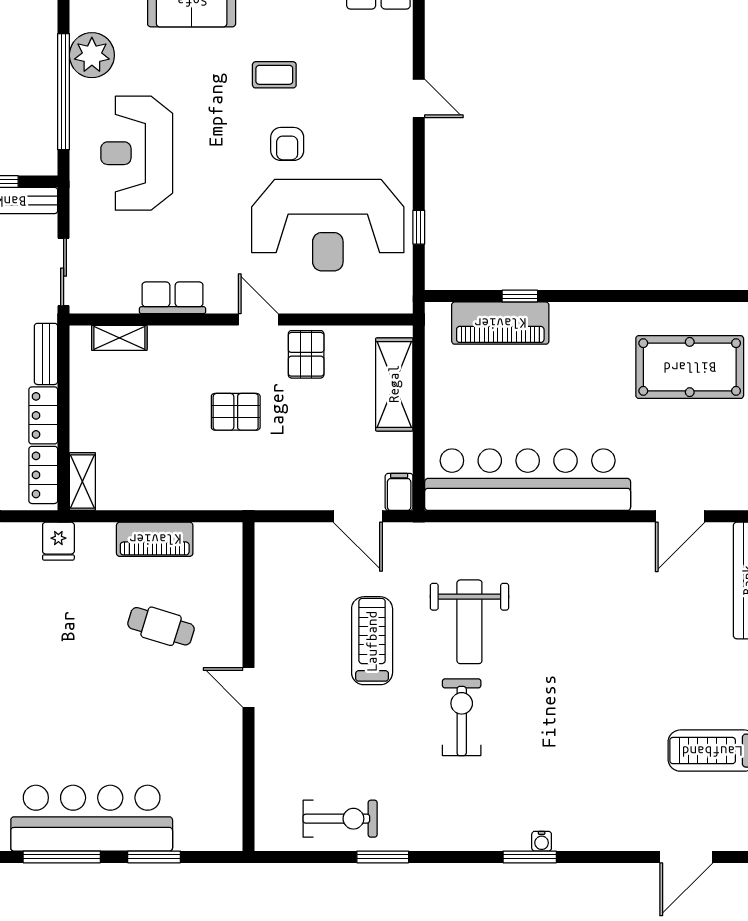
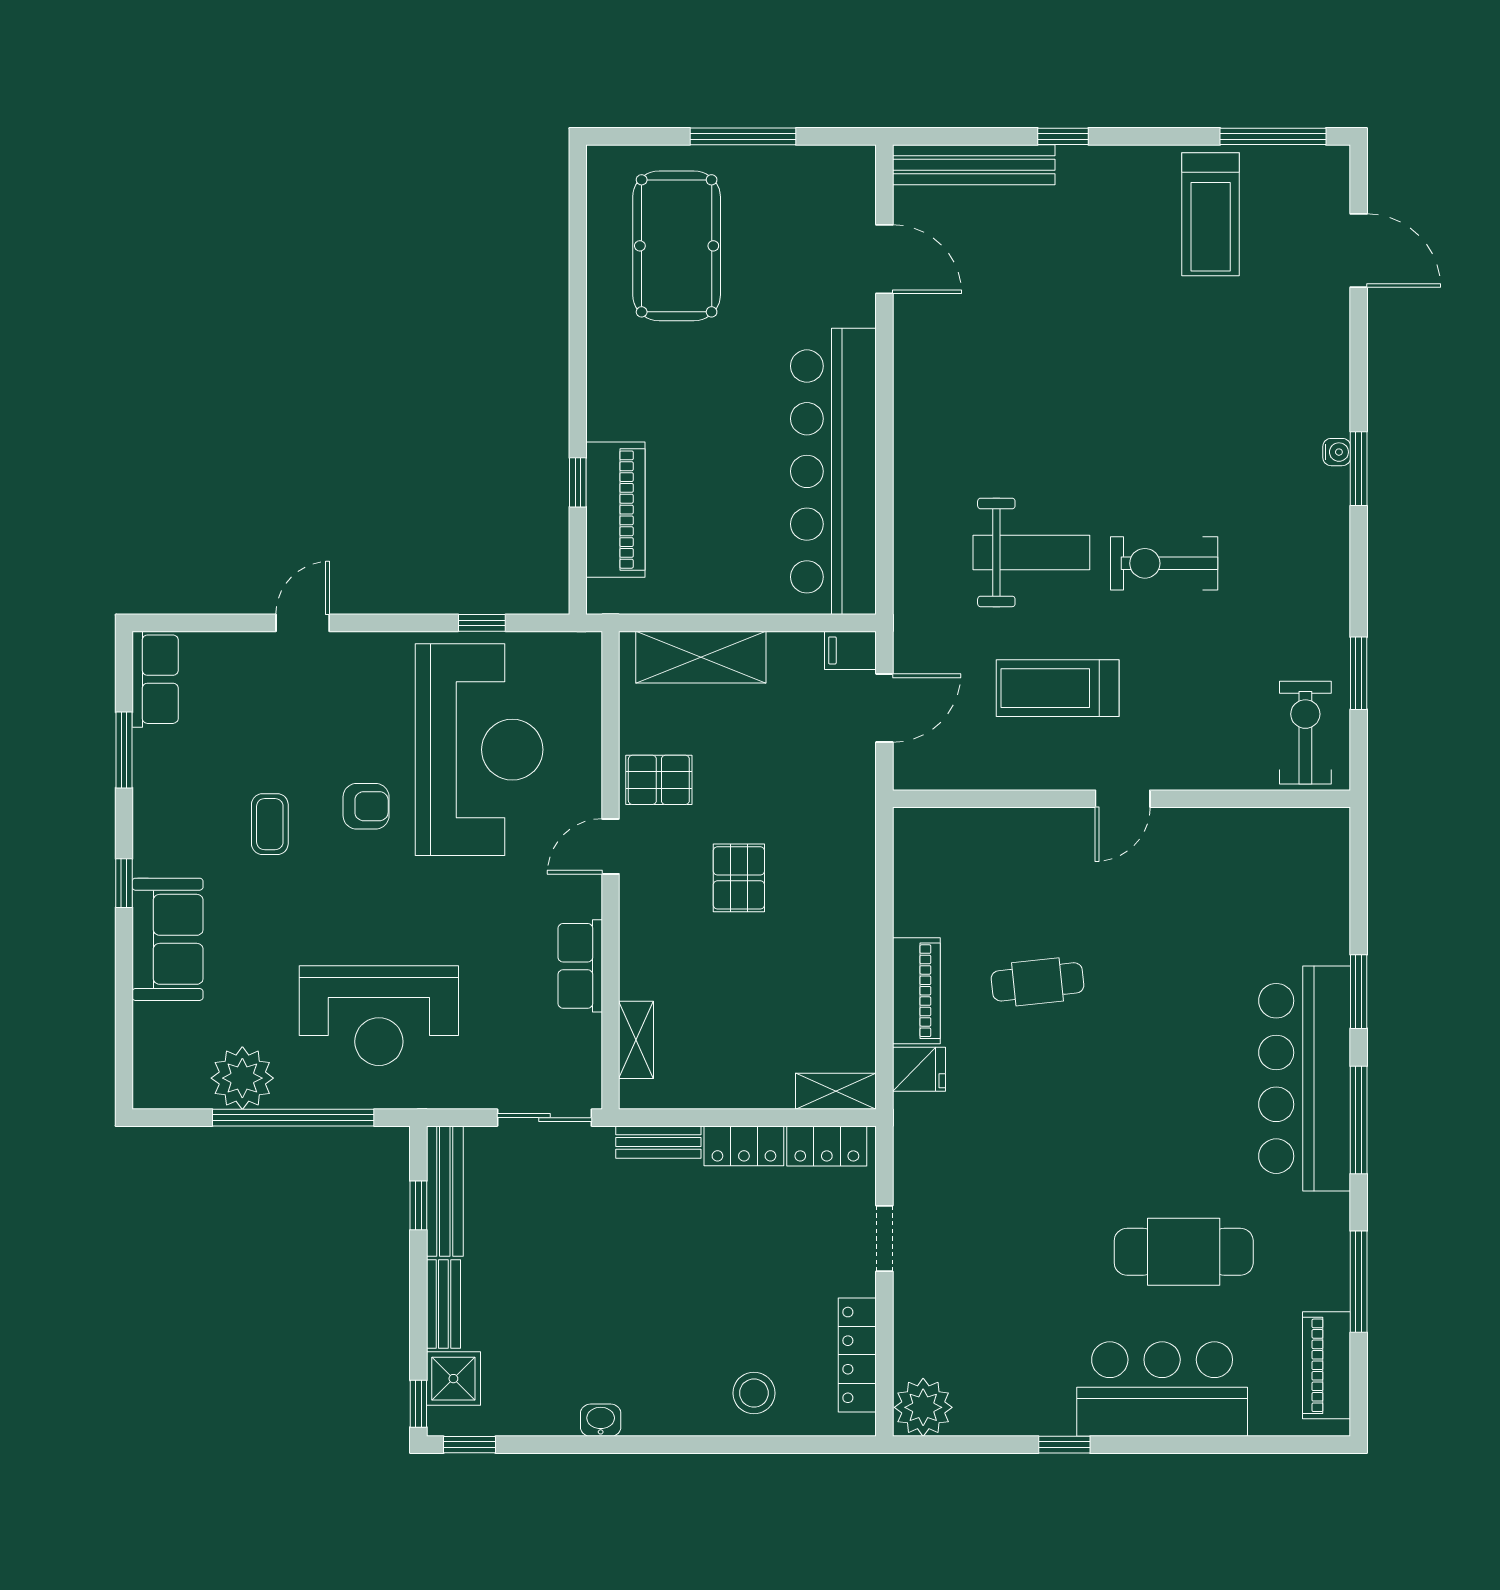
fridge: (58, 541) -> (919, 1069), moved
cafe table: (161, 626) -> (1038, 982), turned 67
door: (249, 687) -> (1123, 799), moved
wall: (249, 687) -> (1122, 799), moved

